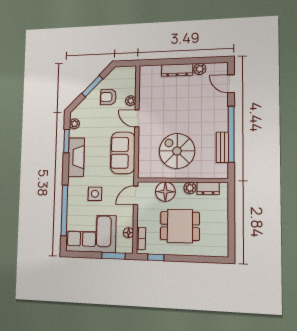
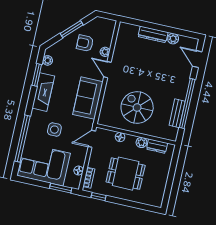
floor lamp: (165, 192) -> (120, 137), width x0.53, depth x0.53

